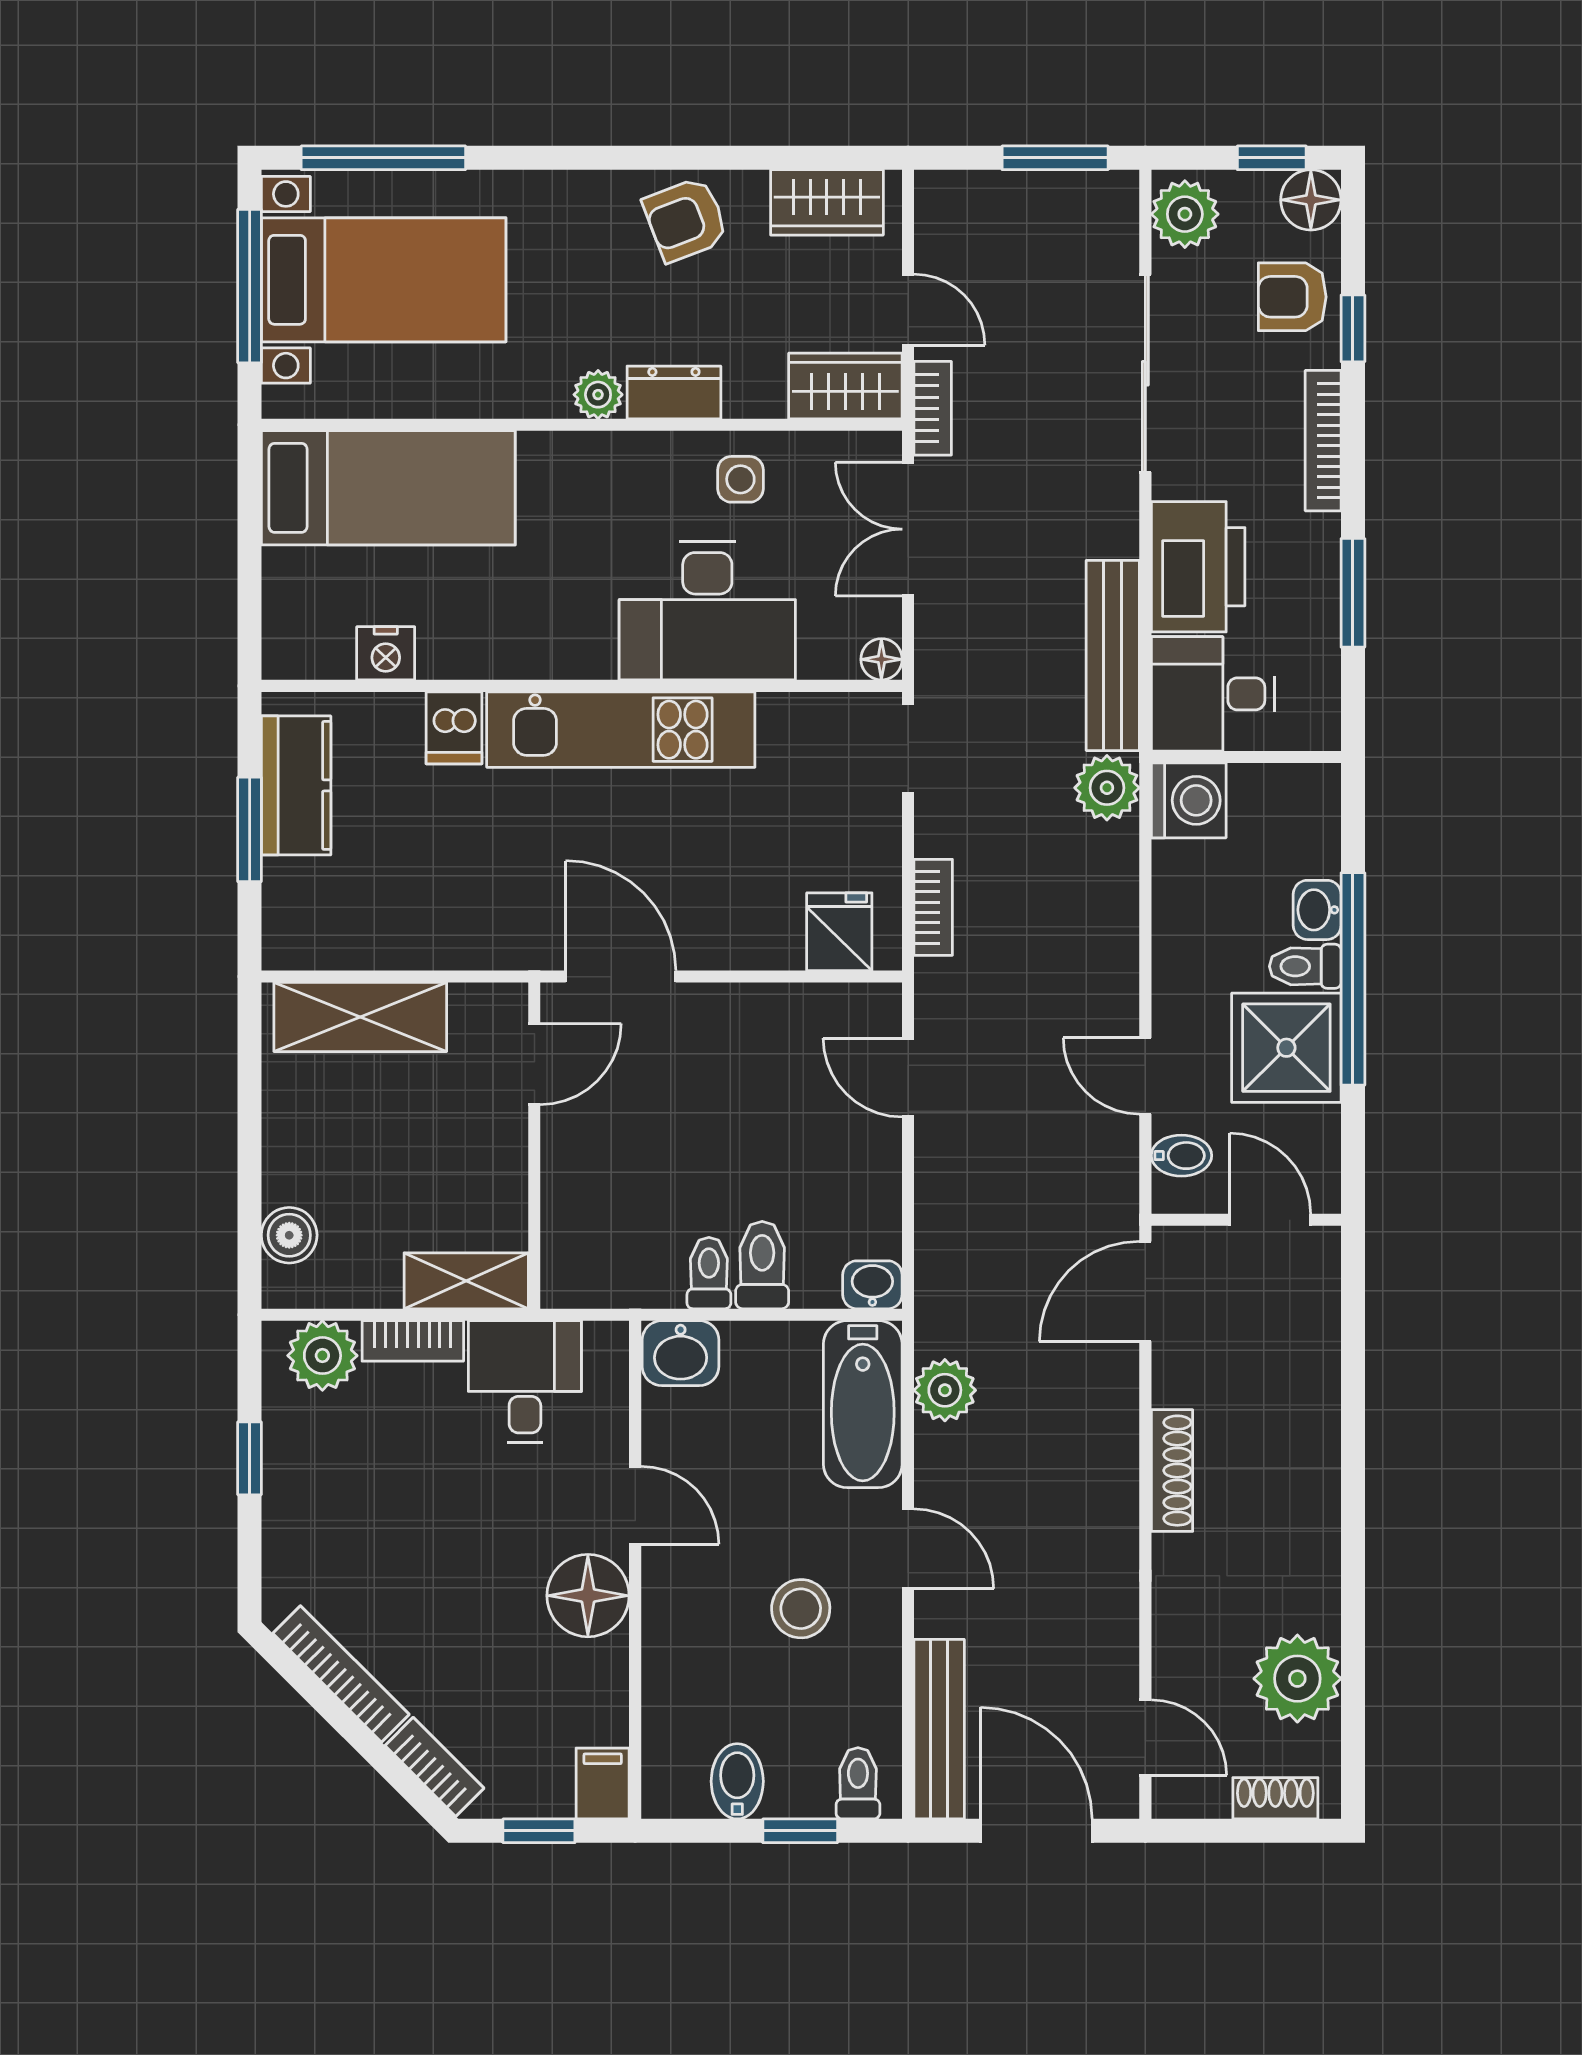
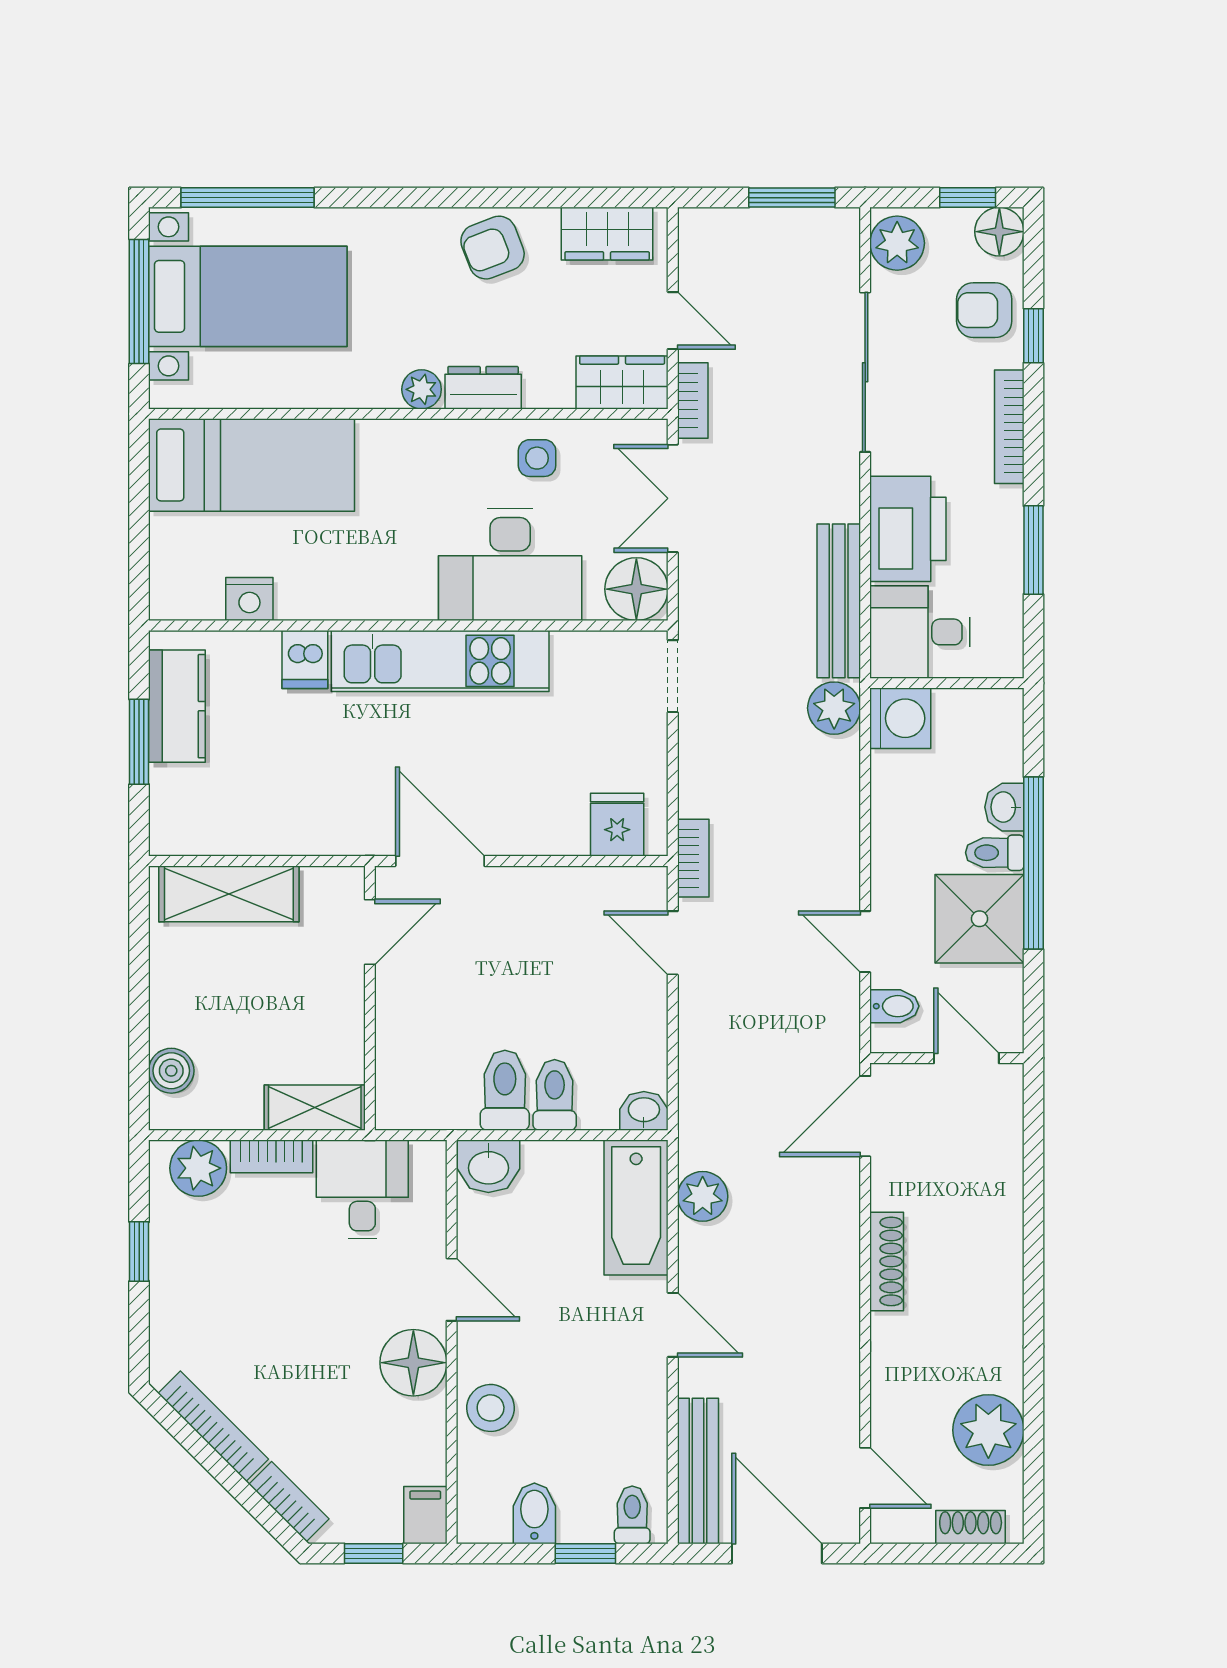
floor lamp: (881, 659) -> (636, 589), width x1.89, depth x1.89
bookcase: (933, 907) -> (693, 858), moved
toilet: (709, 1273) -> (505, 1090), width x1.37, depth x1.39
stool: (801, 1609) -> (491, 1408), moved

